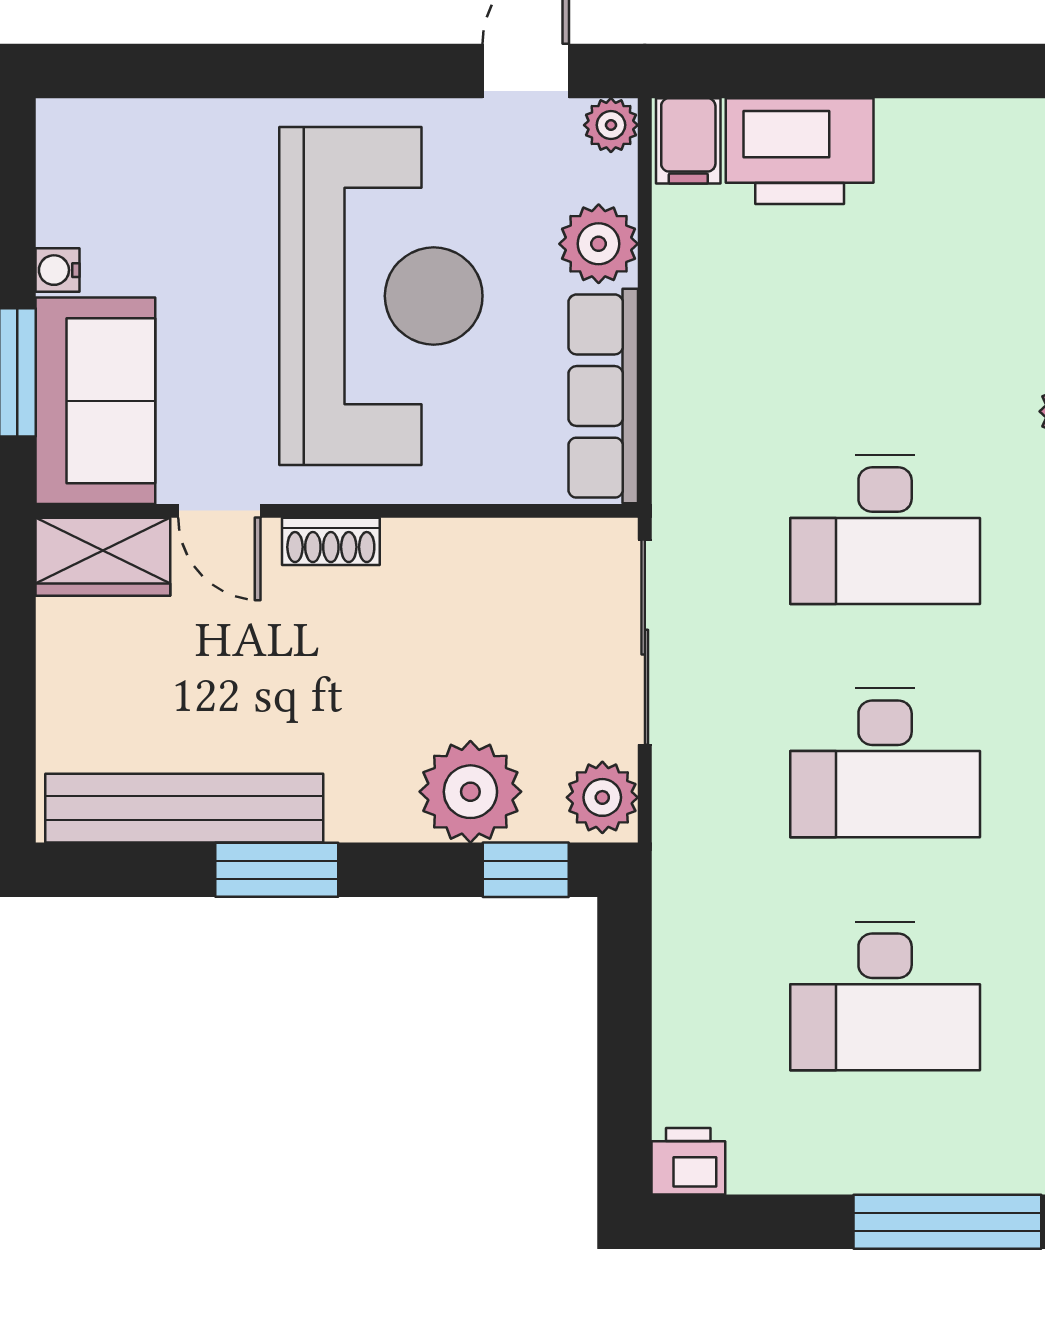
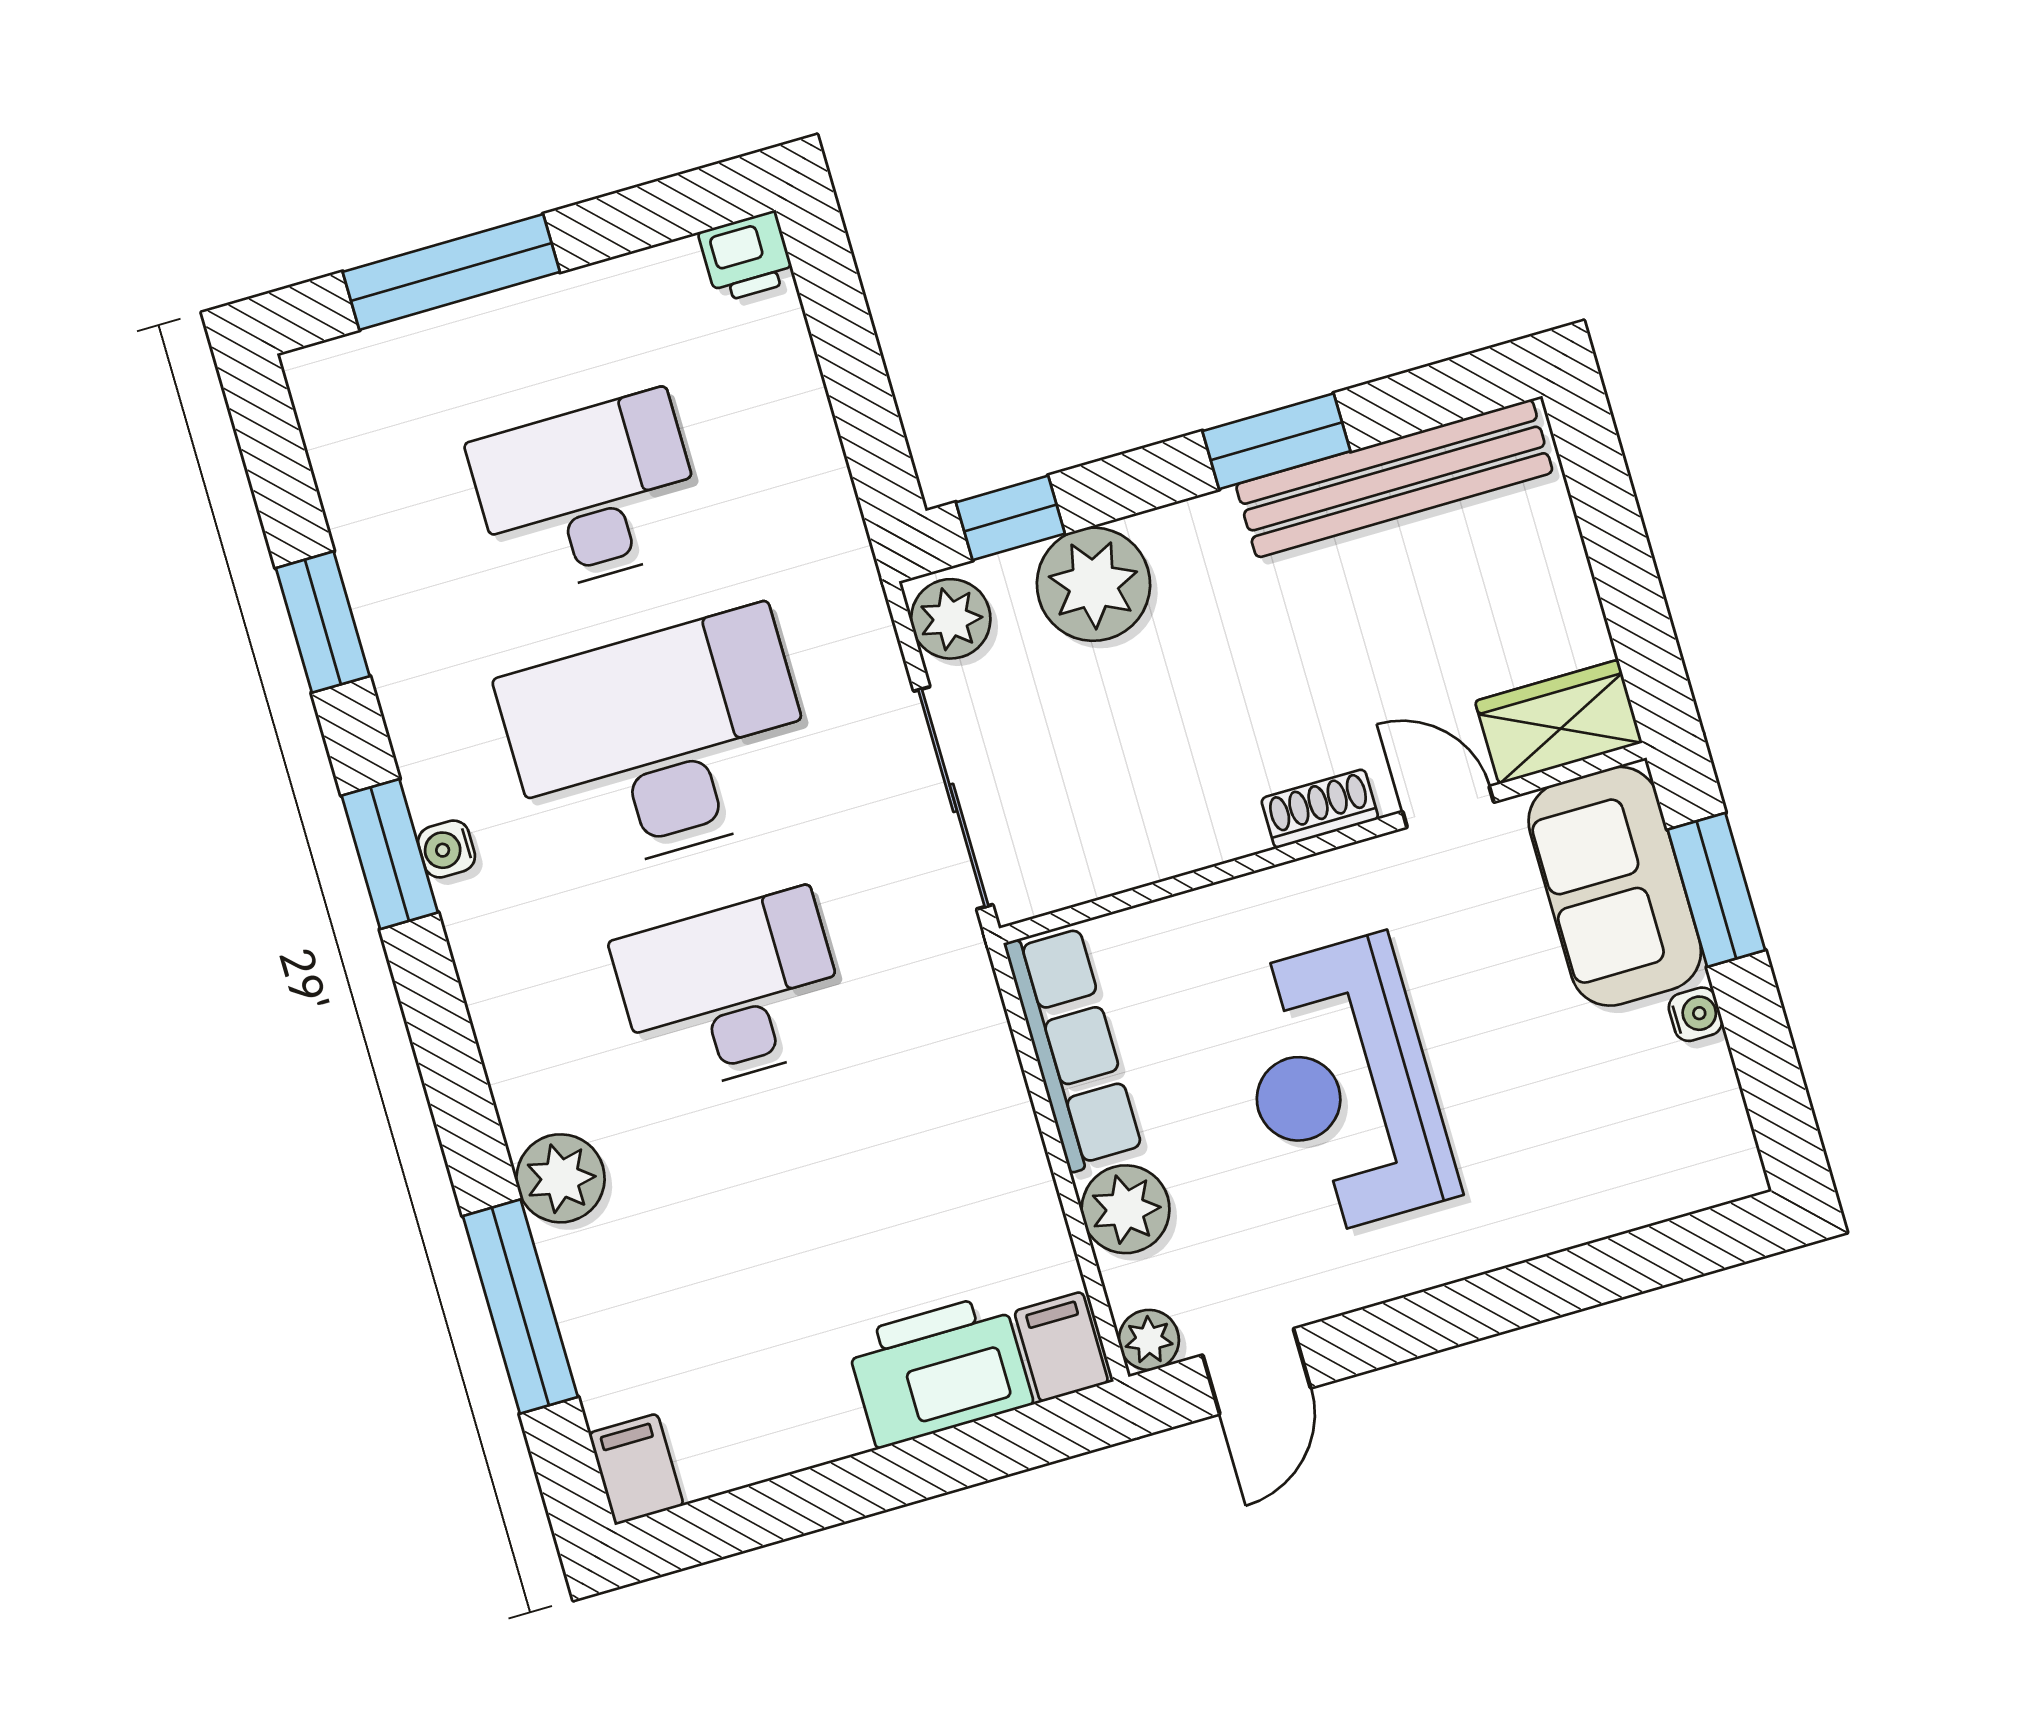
reception desk: (381, 296) -> (1342, 1086), width x0.74, depth x0.77
desk: (885, 763) -> (659, 743), width x1.36, depth x1.30

